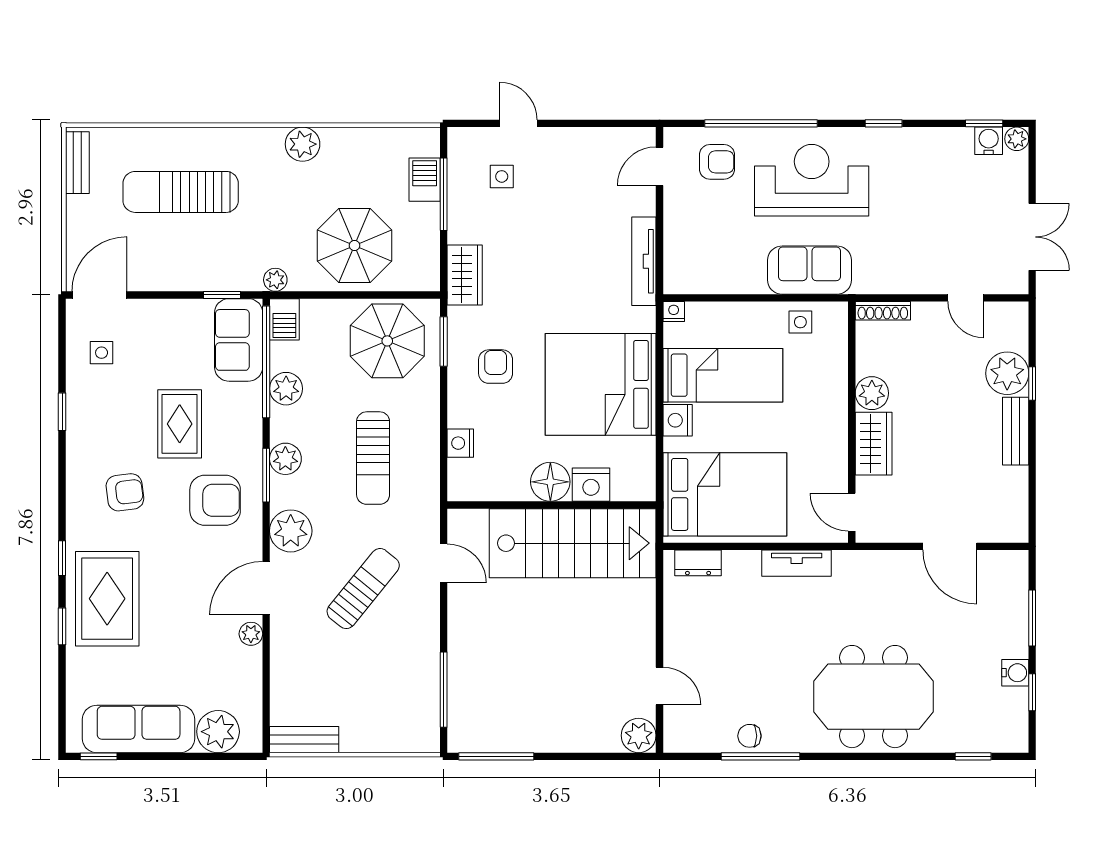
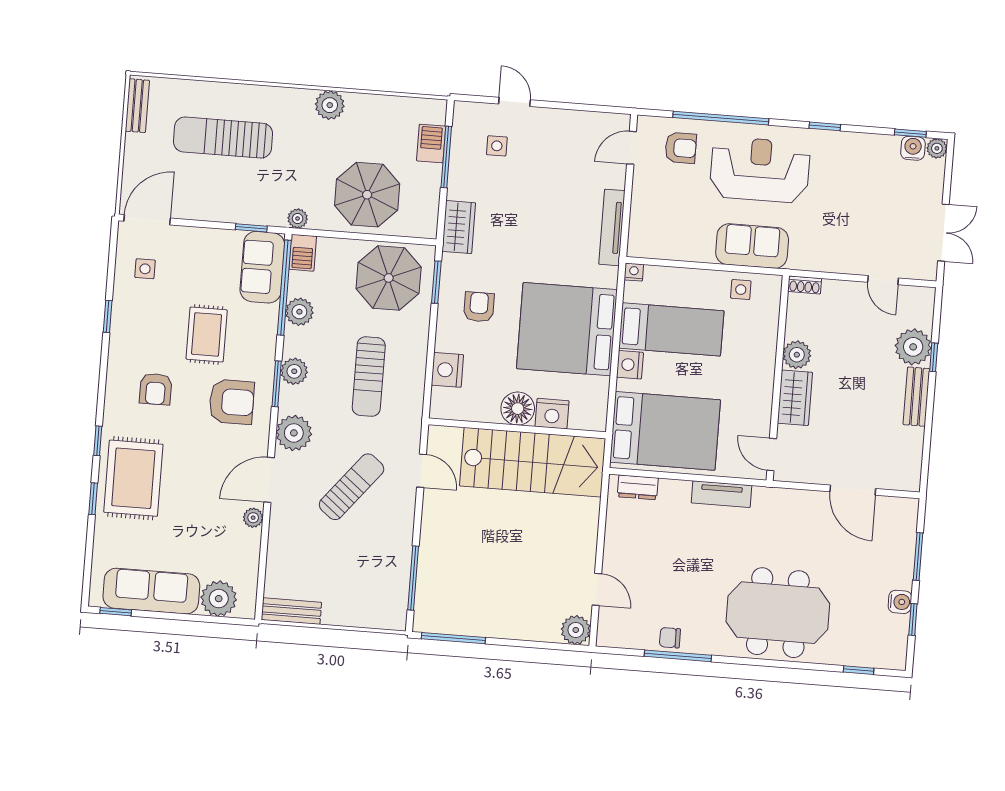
shoe rack: (883, 311) -> (805, 285), width x0.70
nightstand: (460, 443) -> (447, 370), width x1.36, depth x1.33
armchair: (125, 492) -> (156, 389), turned 97

